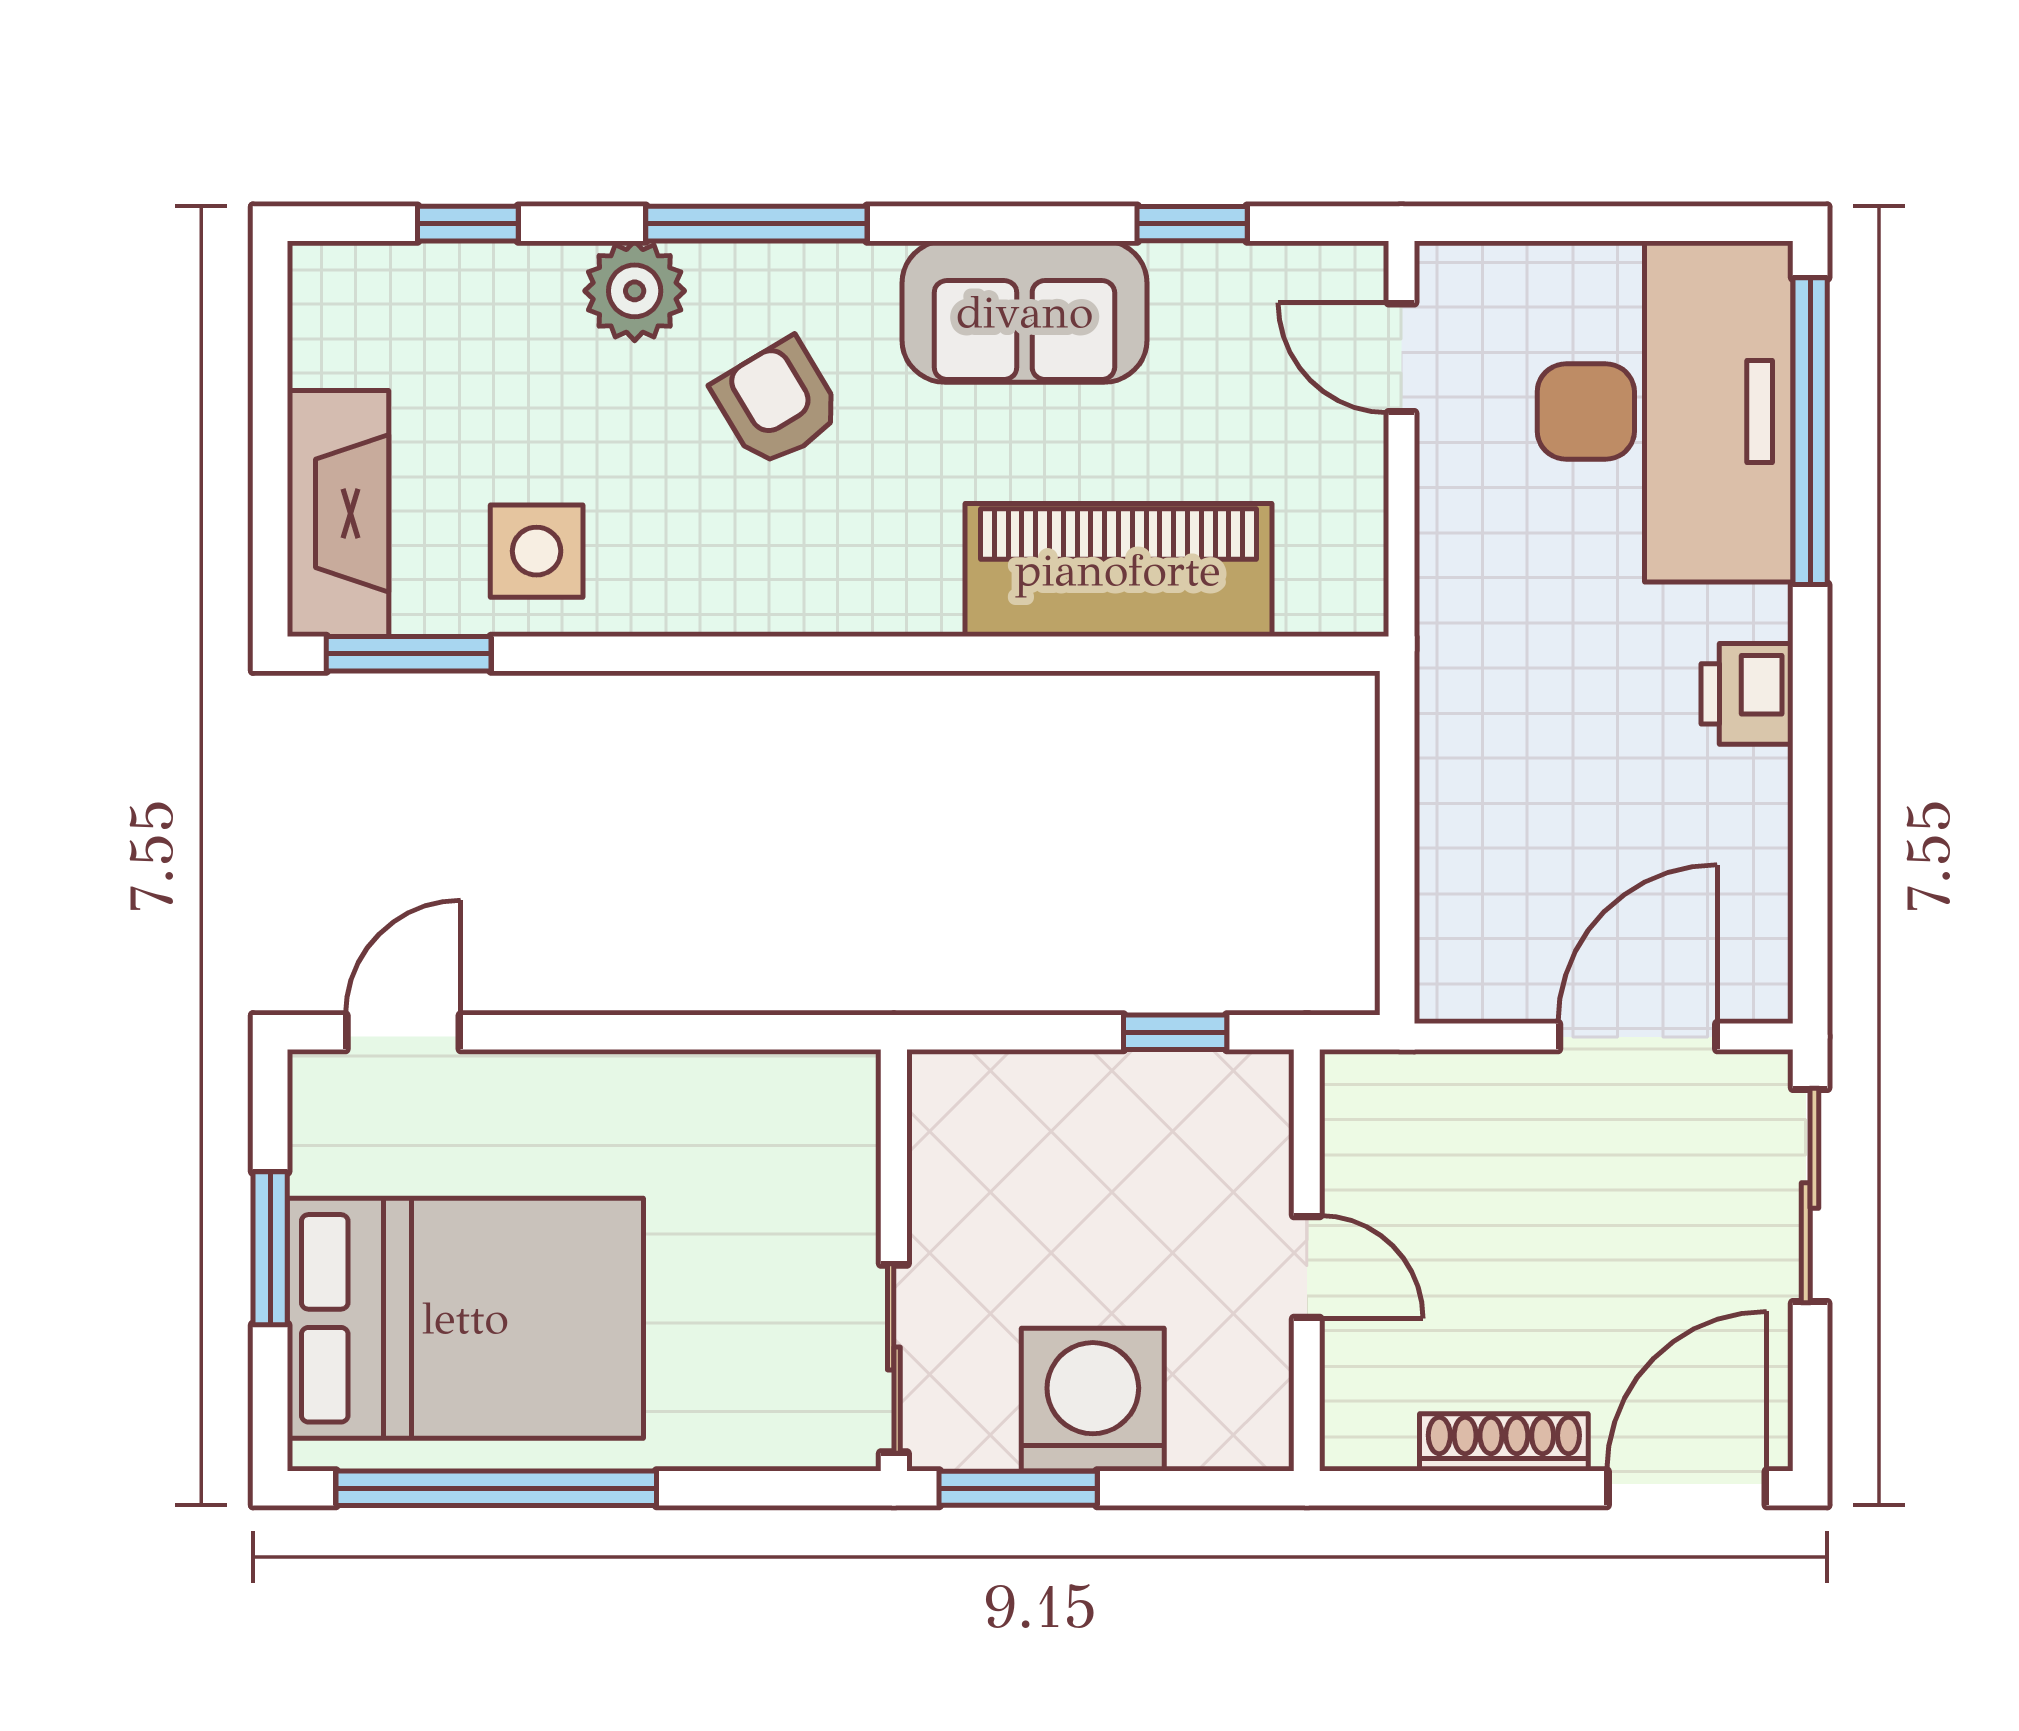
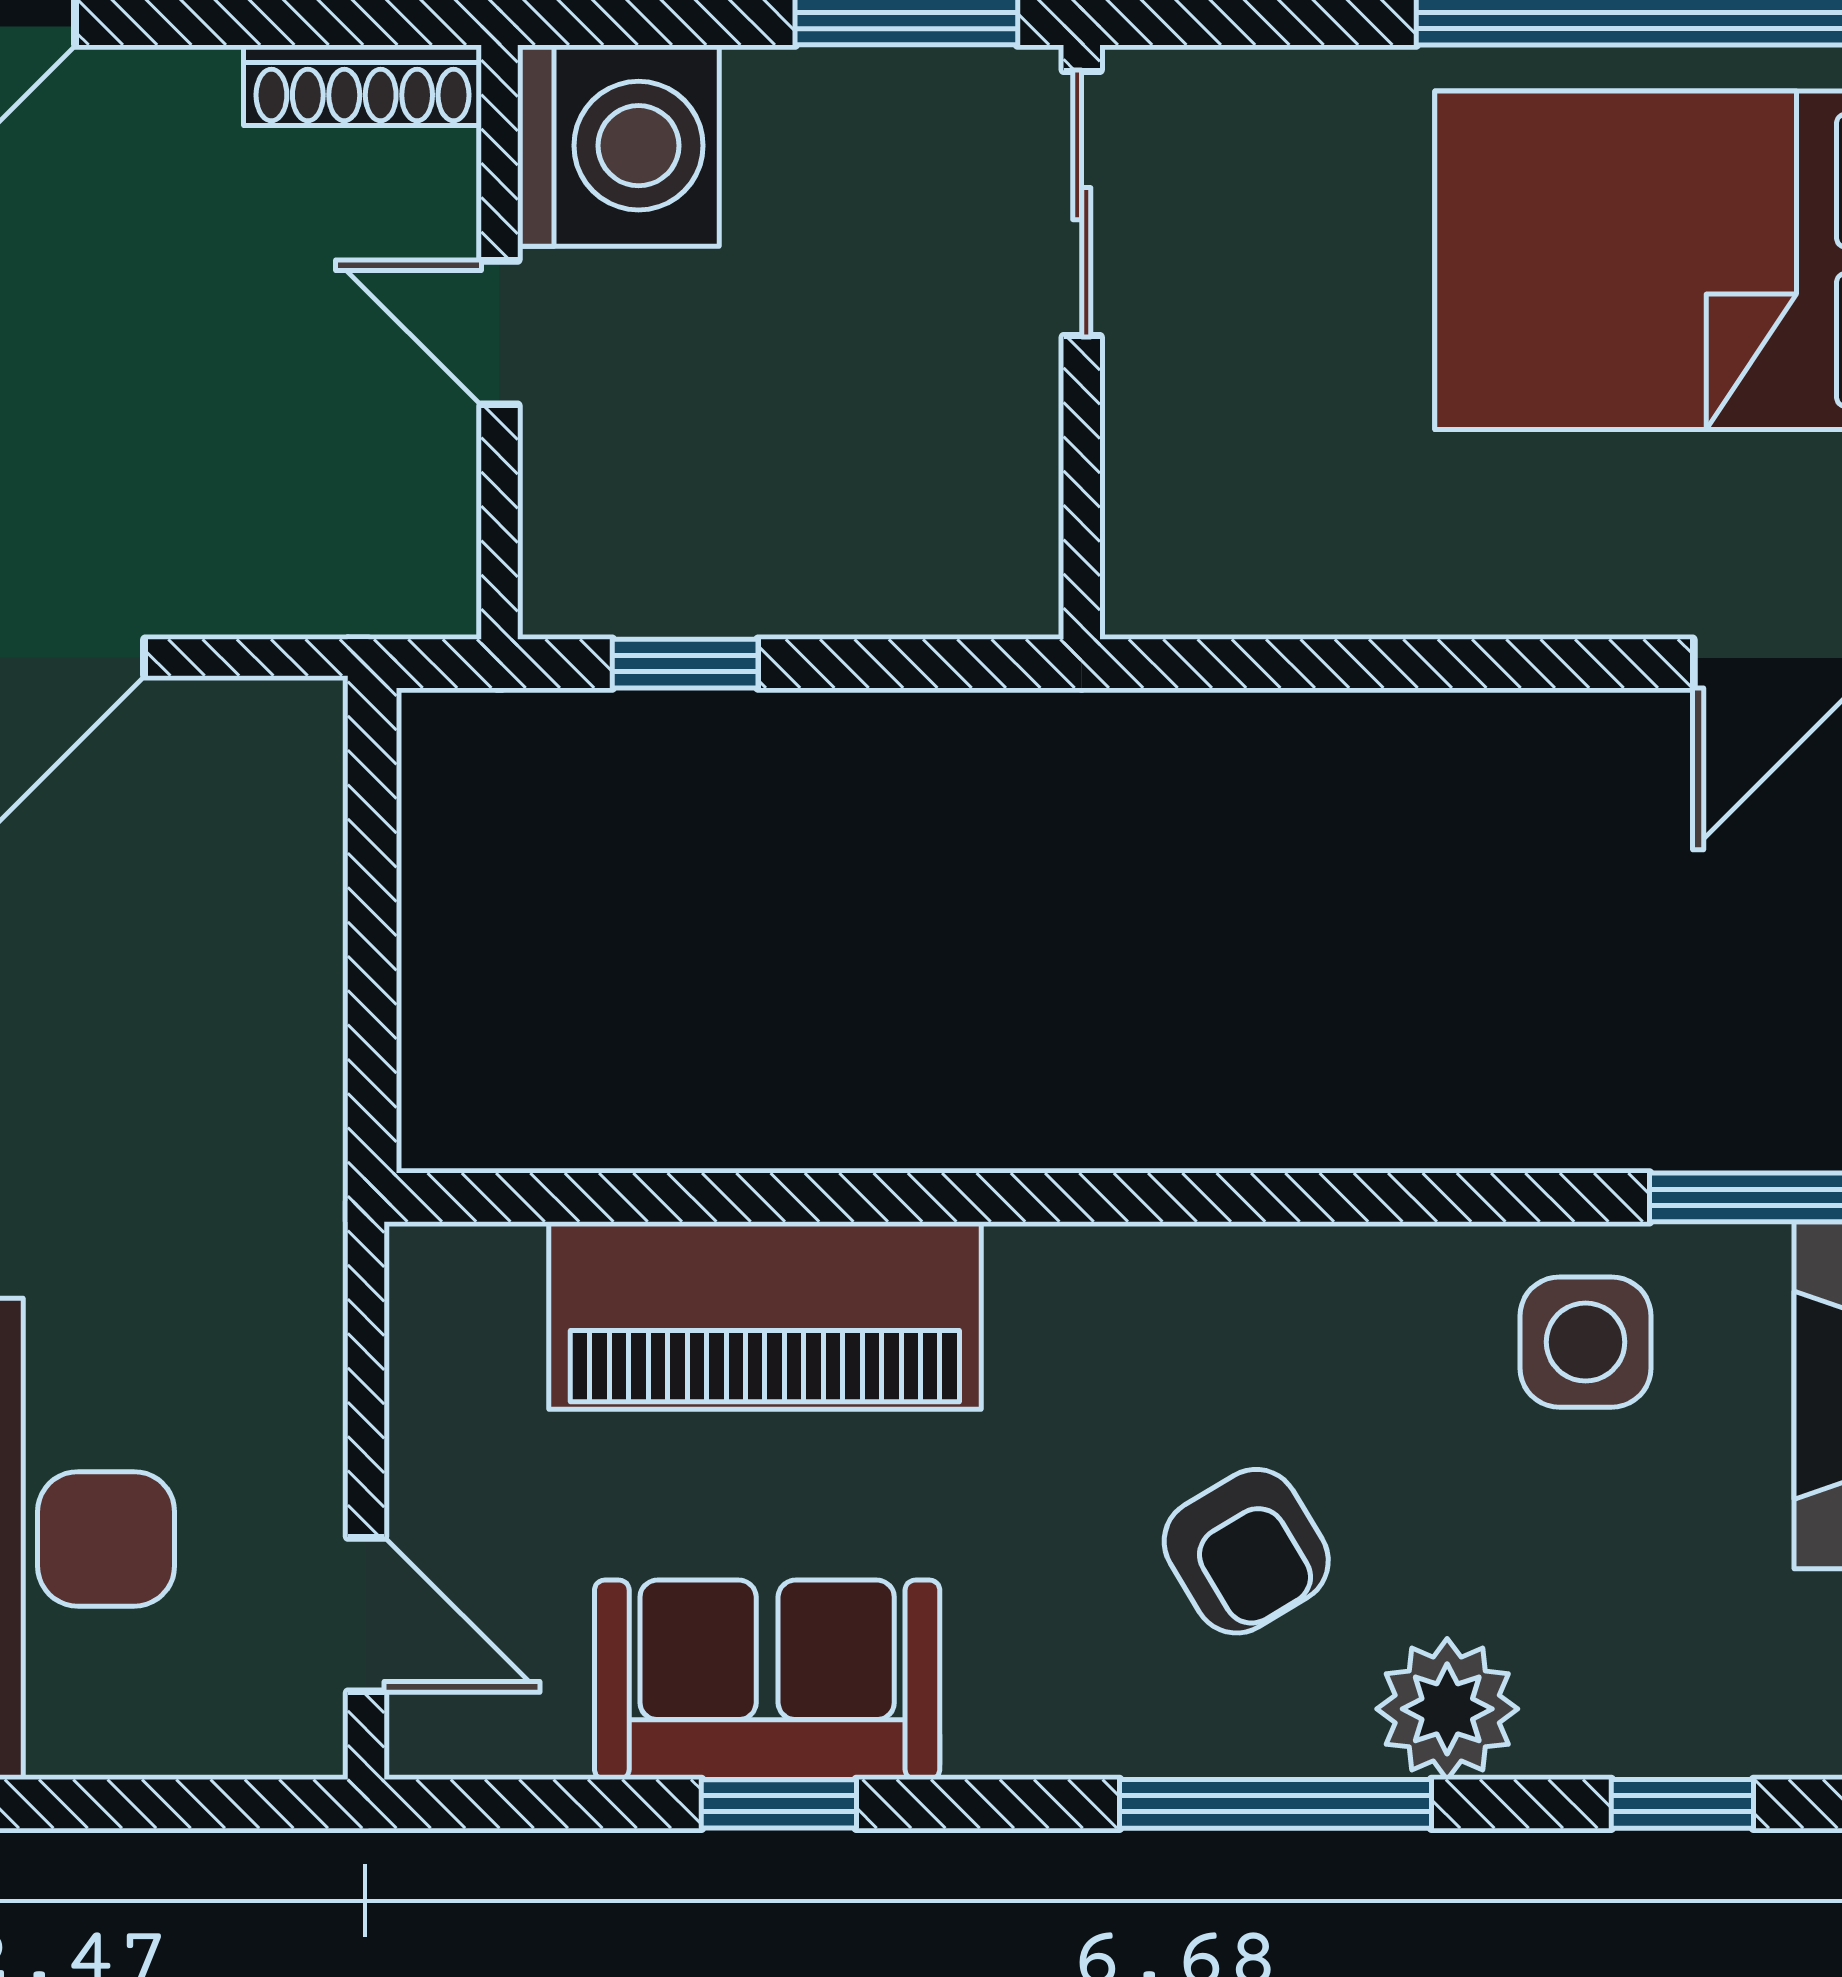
window: (1192, 224) -> (779, 1804), moved
sofa: (1024, 312) -> (767, 1680), moved
washing machine: (1093, 1400) -> (618, 146), moved, turned -90
shoe rack: (1504, 1442) -> (362, 85), moved

